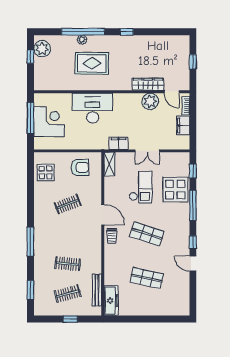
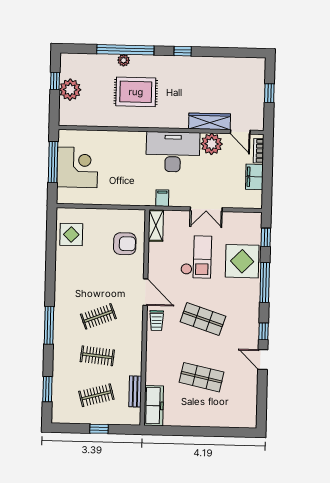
plant: (42, 49) -> (70, 90), moved
desk: (93, 108) -> (173, 152), moved
filing cabinet: (119, 143) -> (162, 198), width x0.50
armchair: (80, 167) -> (125, 244), moved
clothes rail: (68, 204) -> (98, 316), moved
bench: (97, 290) -> (135, 391), width x0.73

